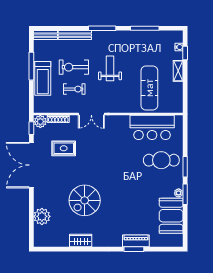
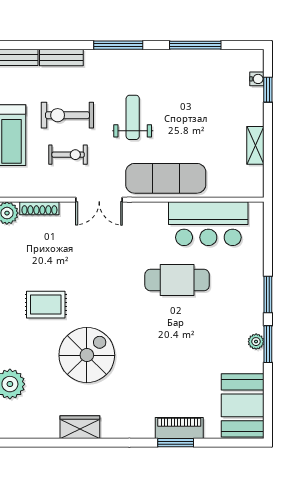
bench: (75, 35) -> (61, 57), width x0.73
shelving: (178, 71) -> (255, 145), moved
exercise mat: (149, 88) -> (166, 178), moved, turned 90
rug: (64, 148) -> (46, 305), moved
cafe table: (161, 160) -> (177, 280), moved
spiral stairs: (85, 200) -> (87, 355), turned 180
booth: (171, 216) -> (243, 405), moved

